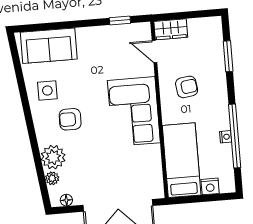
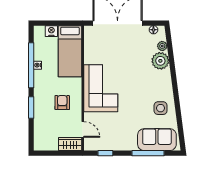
window: (60, 26) -> (148, 153), added
window: (228, 56) -> (31, 108), moved
armchair: (187, 87) -> (62, 103), turned 98
armchair: (70, 119) -> (146, 86), removed

